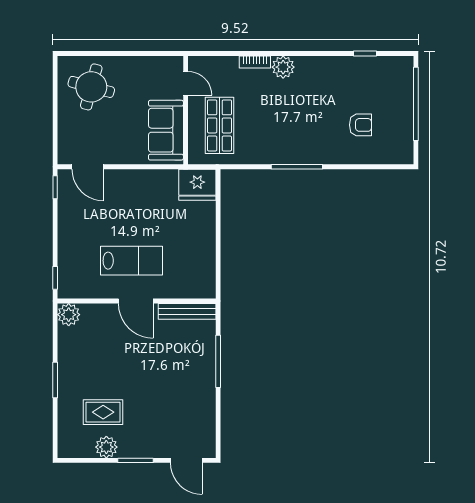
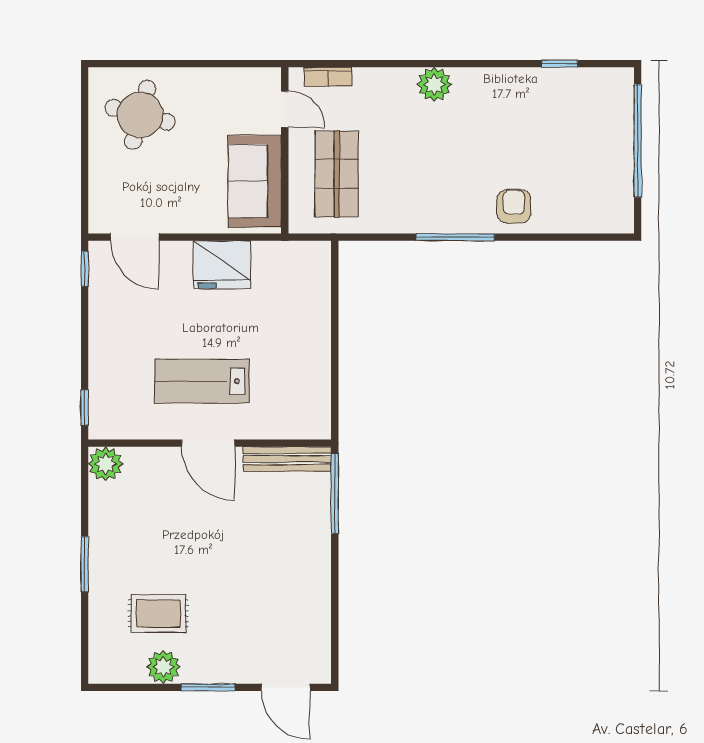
bookcase: (255, 62) -> (328, 77), moved
armchair: (360, 125) -> (514, 206), moved, turned -90
fridge: (197, 185) -> (222, 265), moved
lab bench: (132, 261) -> (202, 381), turned 180
window: (218, 361) -> (335, 494), moved

